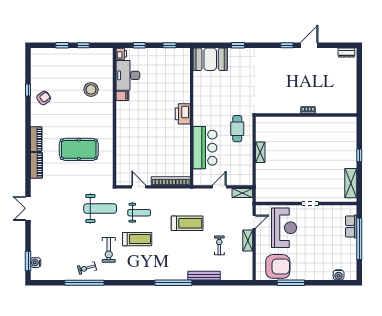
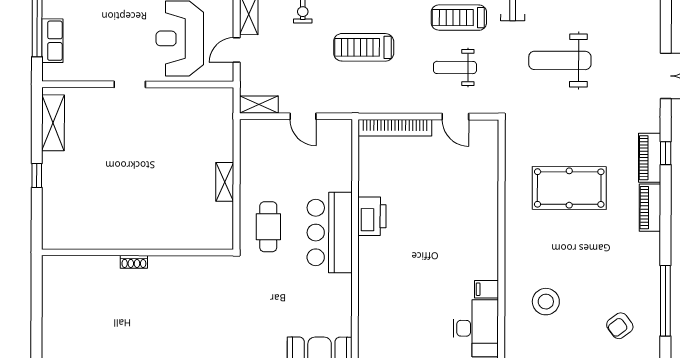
window: (28, 90) -> (665, 301), width x3.17
armchair: (44, 98) -> (620, 326), moved
printer: (183, 114) -> (372, 216), moved
bar counter: (205, 148) -> (330, 233), moved
window: (28, 168) -> (666, 153), added
door: (219, 187) -> (303, 116), hinge flipped
weight bench: (100, 209) -> (560, 60), moved

